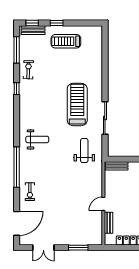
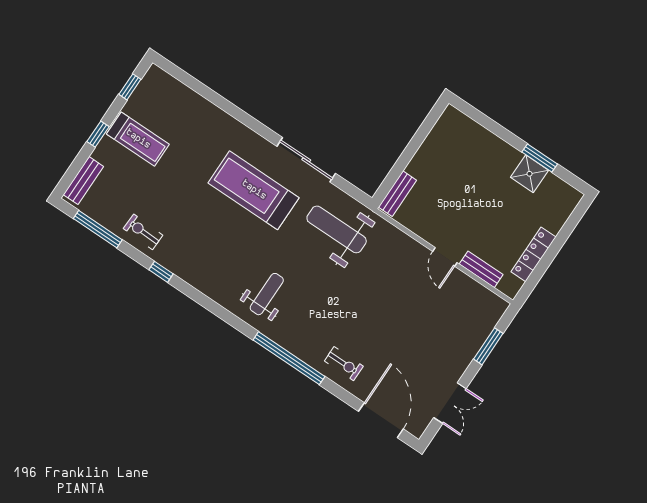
window: (32, 23) -> (130, 87), moved
treadmill: (66, 41) -> (138, 139), turned -90
weight bench: (84, 151) -> (337, 229), width x1.36, depth x1.33

